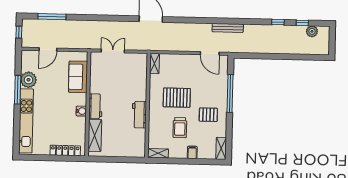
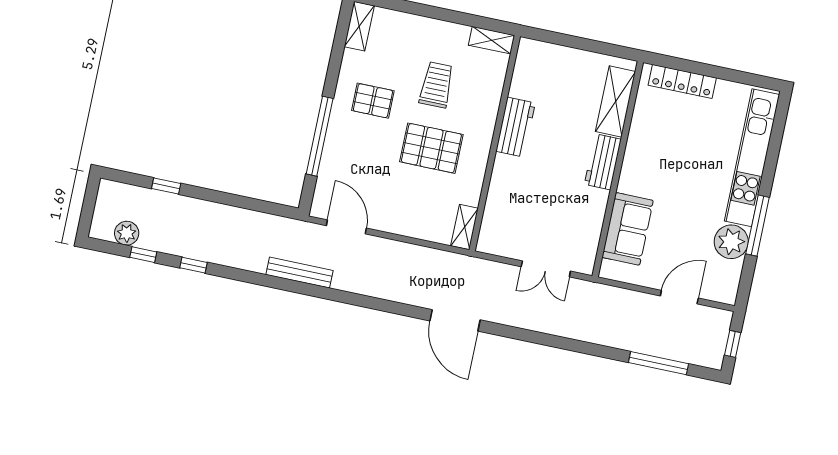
window: (298, 57) -> (166, 186), added
water cooler: (81, 111) -> (634, 157), removed
filing cabinet: (192, 152) -> (421, 29), removed

